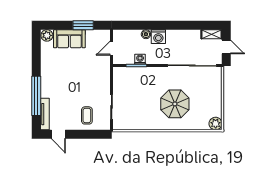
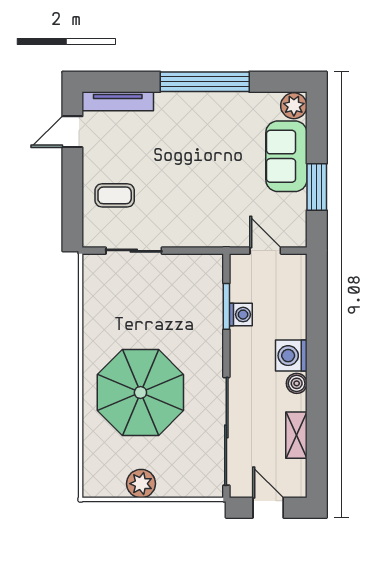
boiler: (146, 34) -> (297, 383), moved
shelving: (212, 34) -> (296, 435), moved
door: (226, 47) -> (268, 508), swing flipped
window: (36, 96) -> (205, 82), moved
parasol: (175, 104) -> (140, 393), width x1.36, depth x1.36
plant: (216, 124) -> (141, 484), moved

